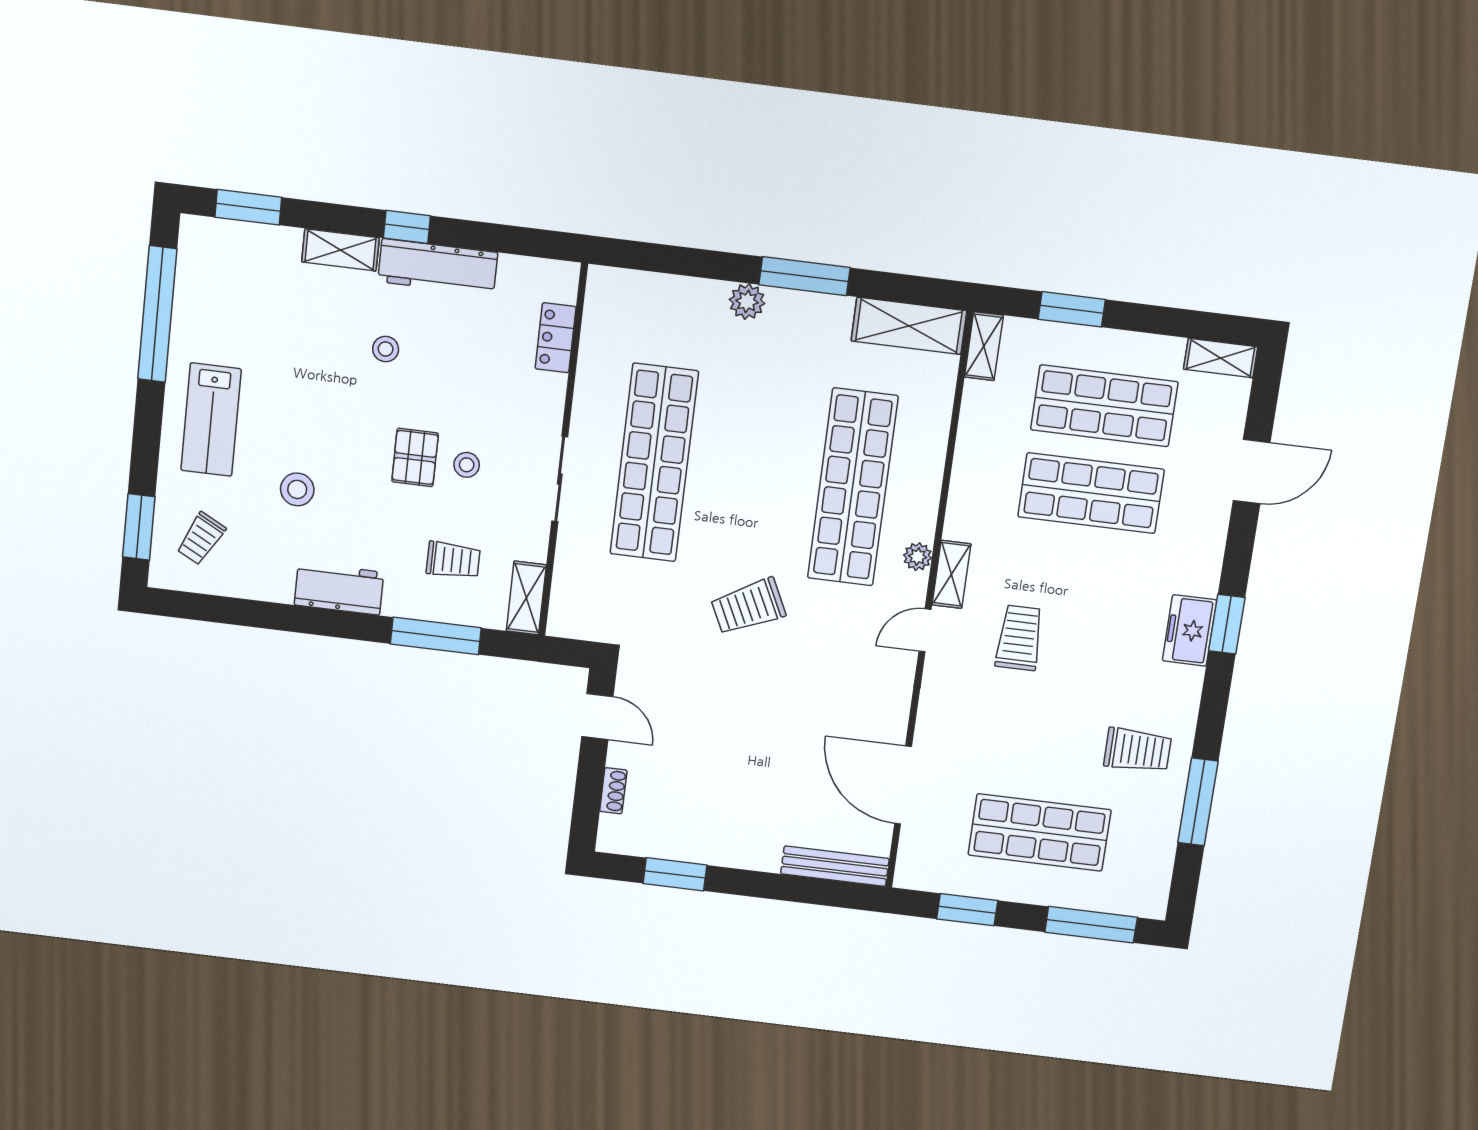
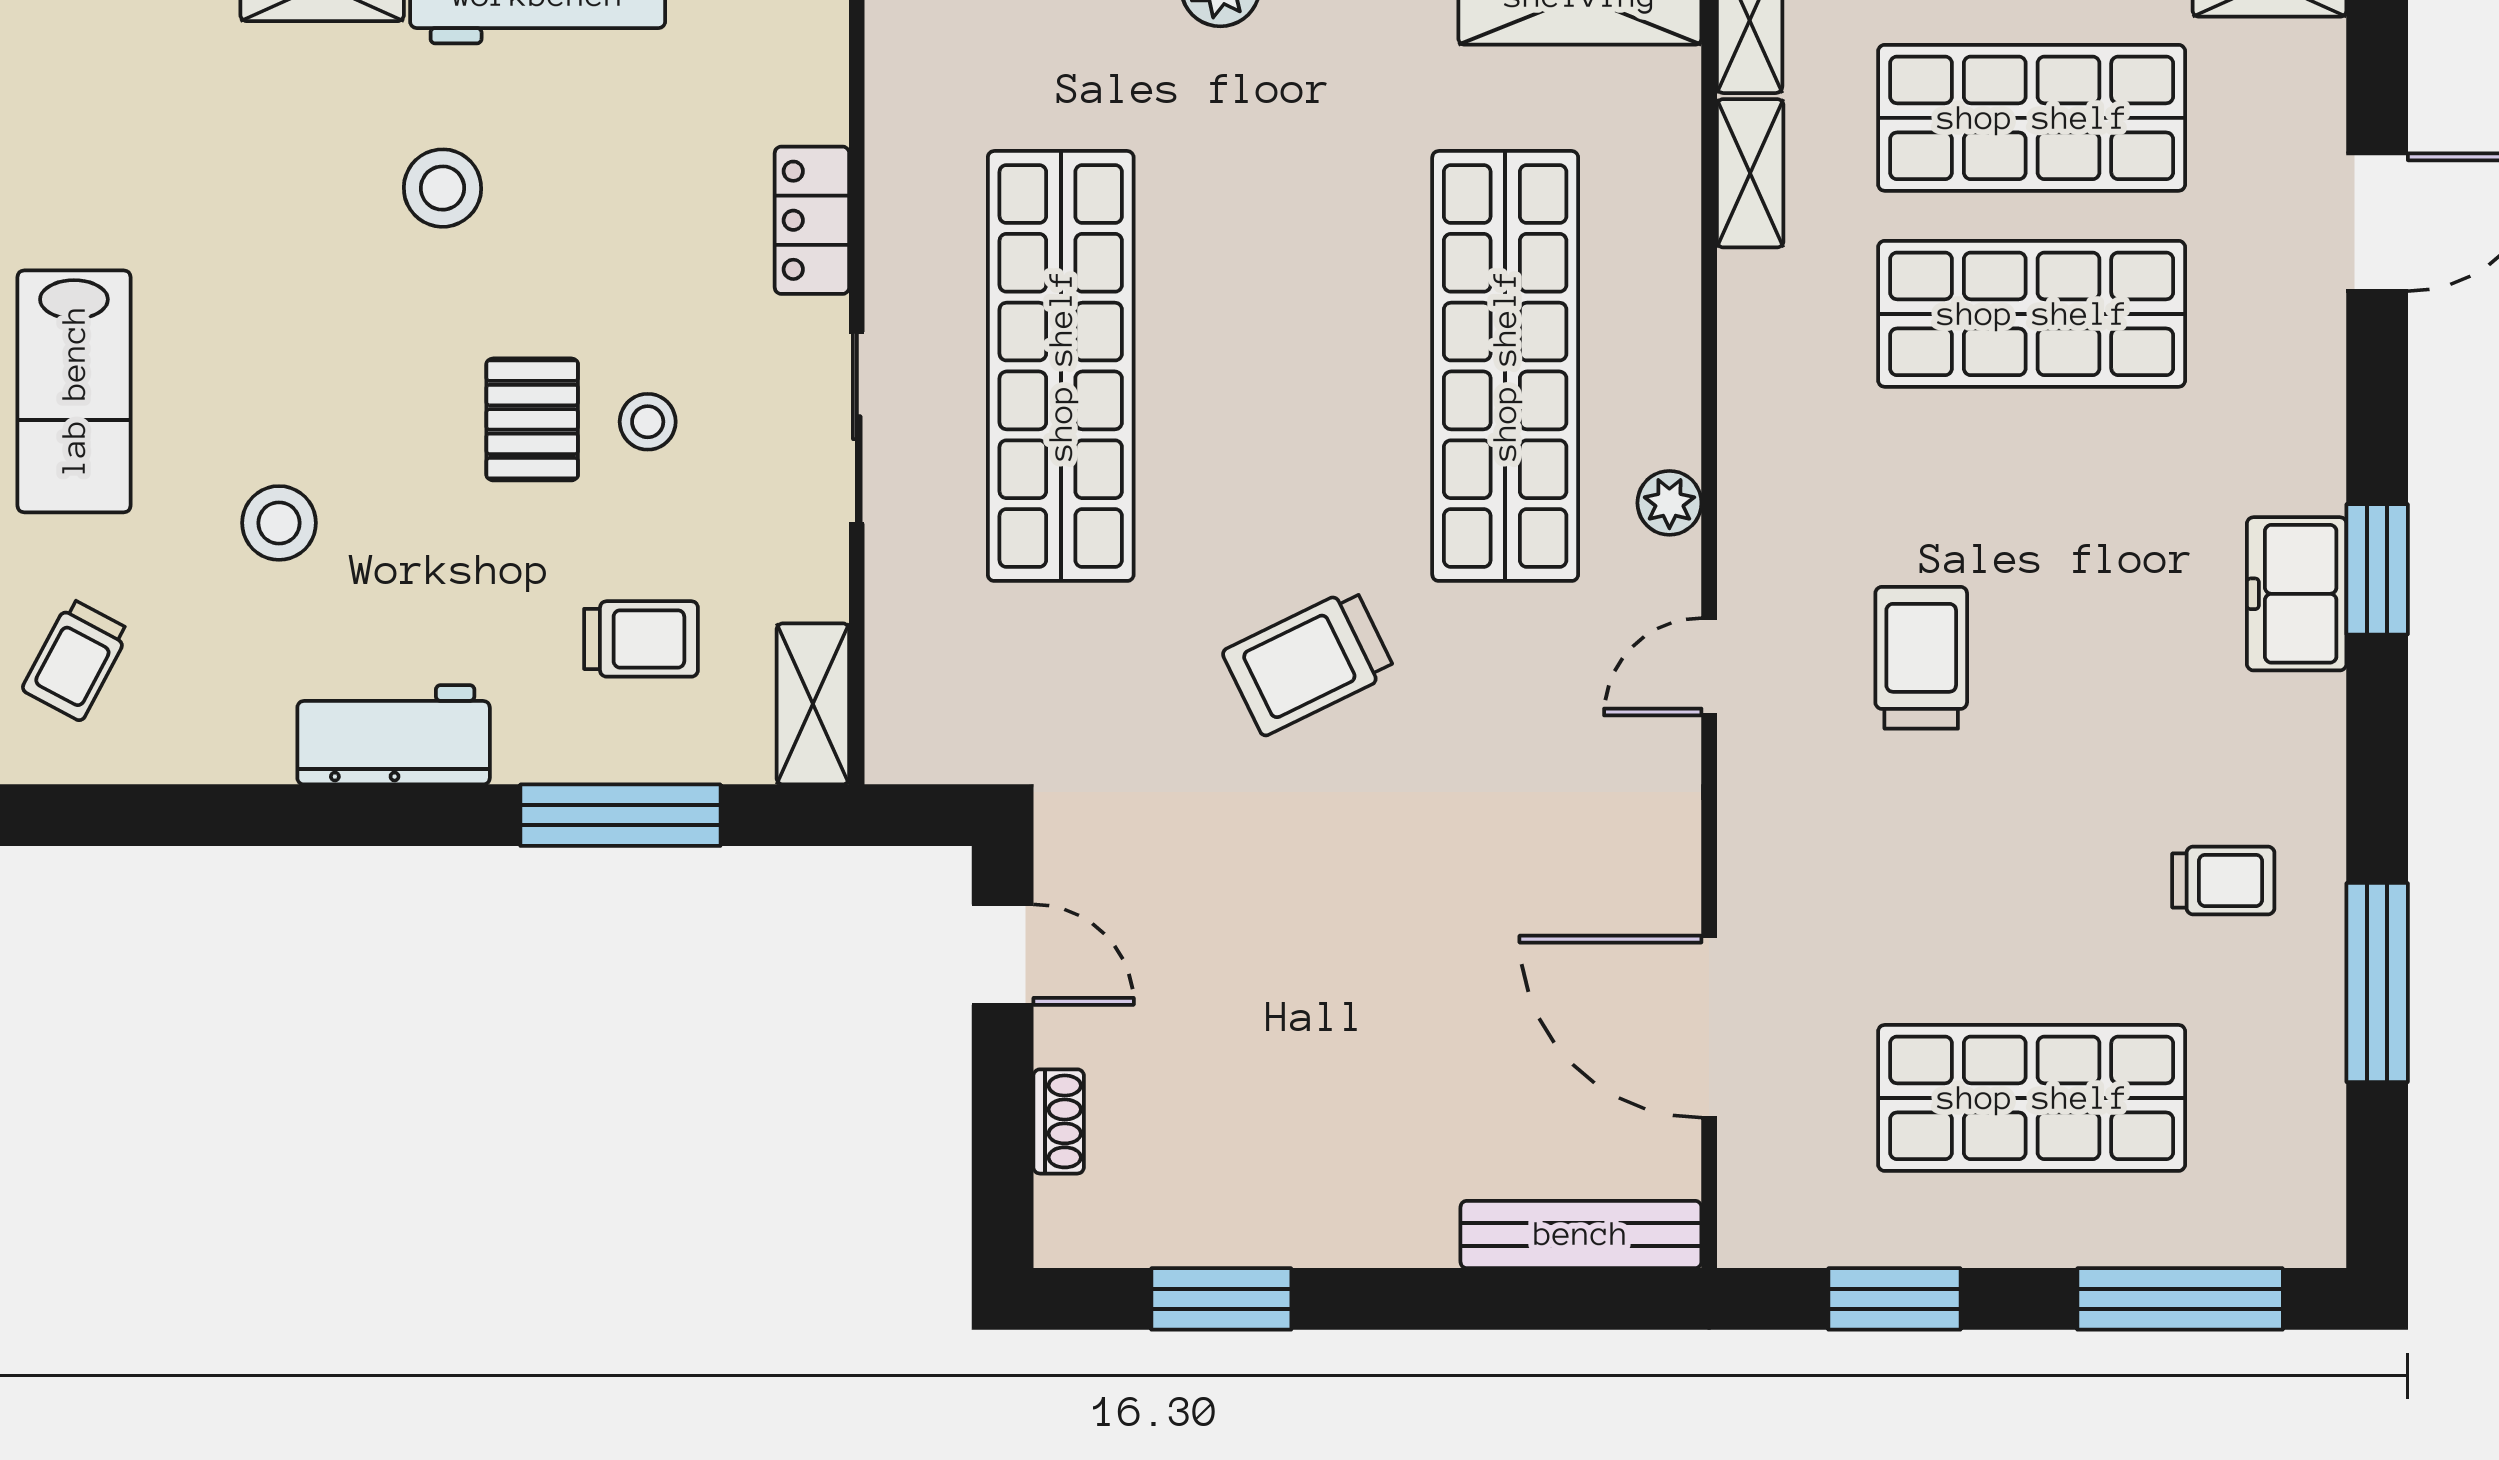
locker: (556, 338) -> (812, 220), moved
stool: (386, 349) -> (442, 188), width x1.37, depth x1.37
shelving: (952, 574) -> (1750, 173), moved
trolley: (1138, 750) -> (2223, 880), width x0.73, depth x0.72

